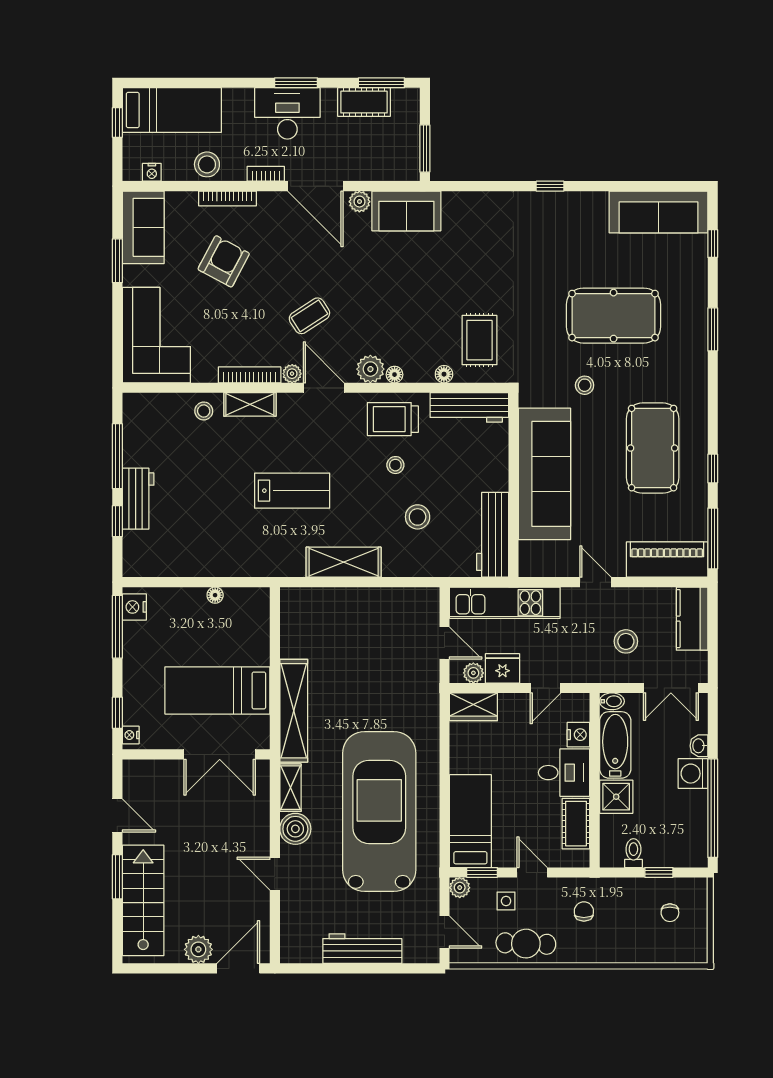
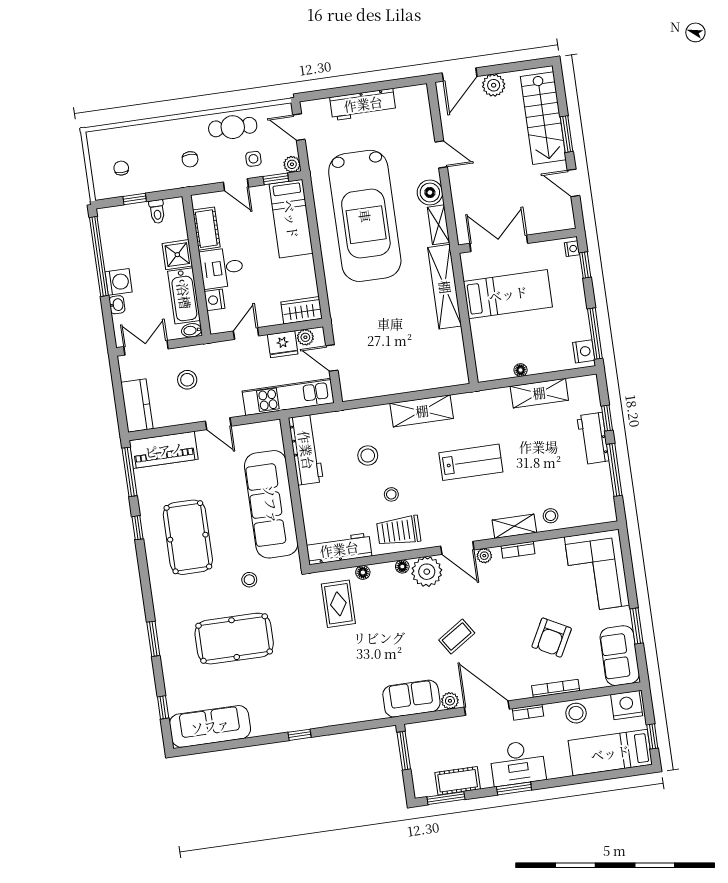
nightstand: (152, 172) -> (627, 705), width x1.89, depth x1.79
coffee table: (309, 316) -> (457, 637), moved
plant: (370, 369) -> (427, 572), width x1.36, depth x1.36
bookcase: (250, 375) -> (518, 550), width x0.64
trolley: (393, 419) -> (399, 531), turned 180
lab bench: (292, 491) -> (471, 462), turned 180
shelving: (196, 563) -> (539, 393), added

